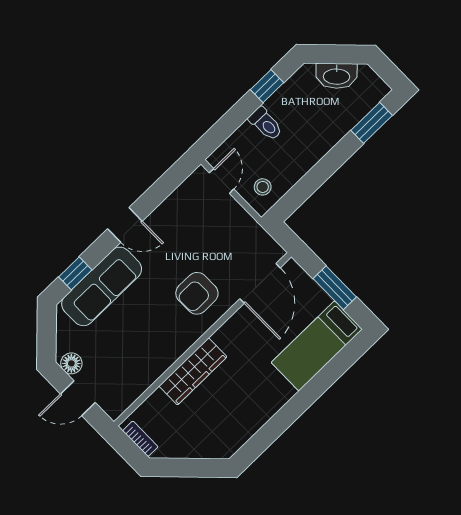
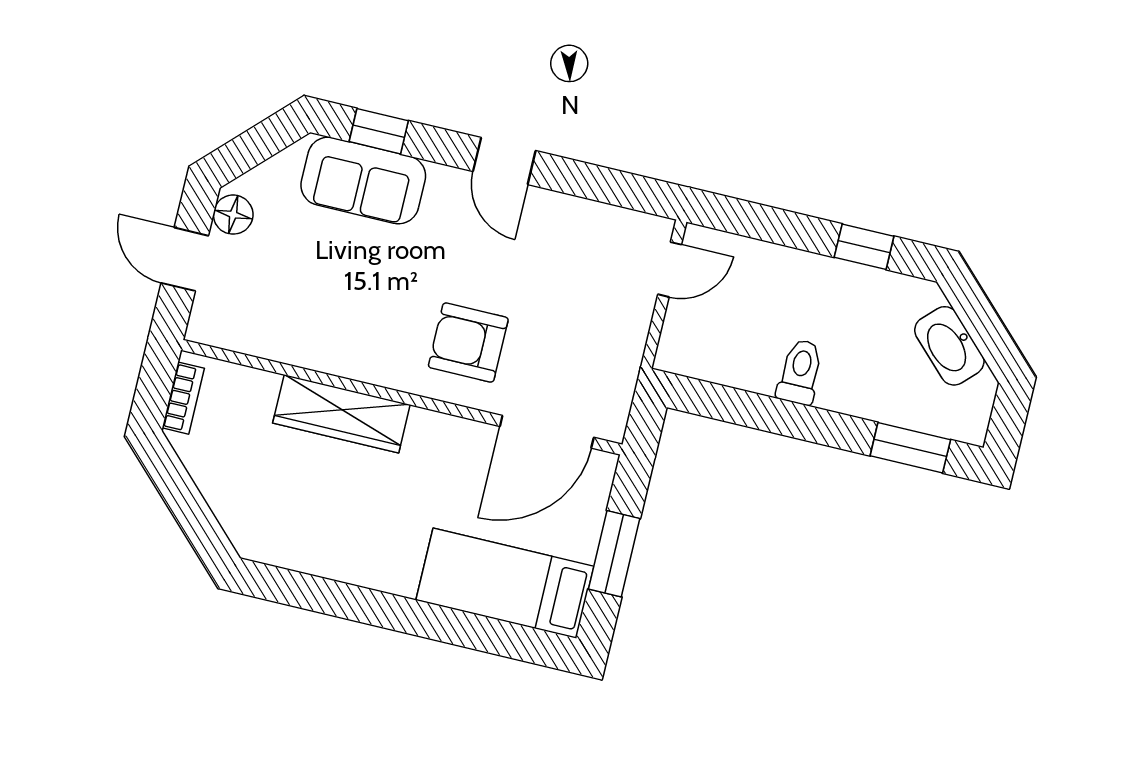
toilet: (266, 124) -> (800, 372), moved, turned 180
stool: (263, 187) -> (701, 340), removed
sofa: (102, 286) -> (363, 181), width x0.73

